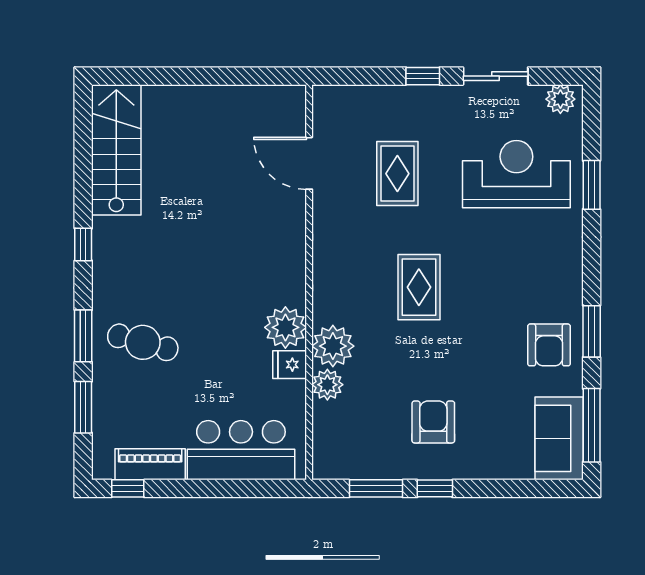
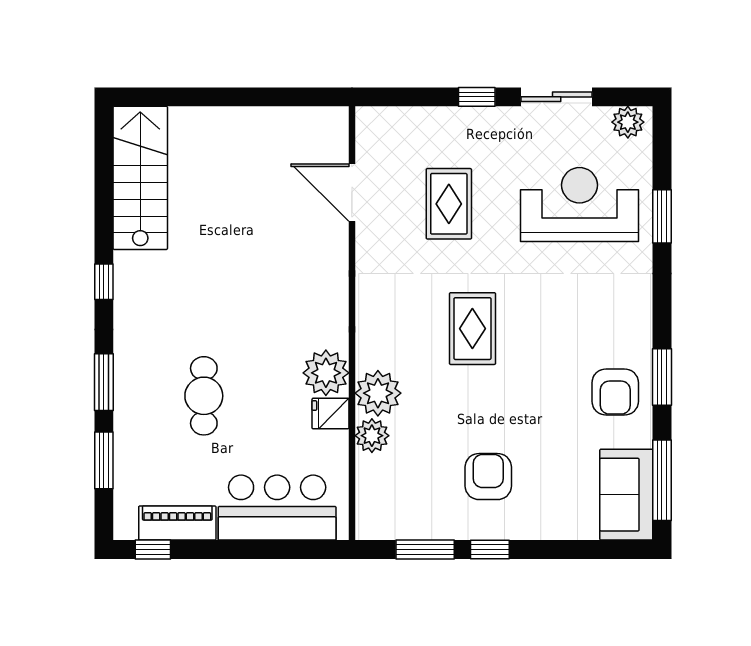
cafe table: (143, 342) -> (204, 396), moved, turned 75

